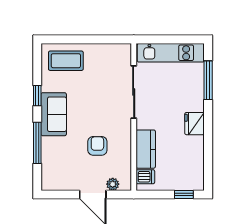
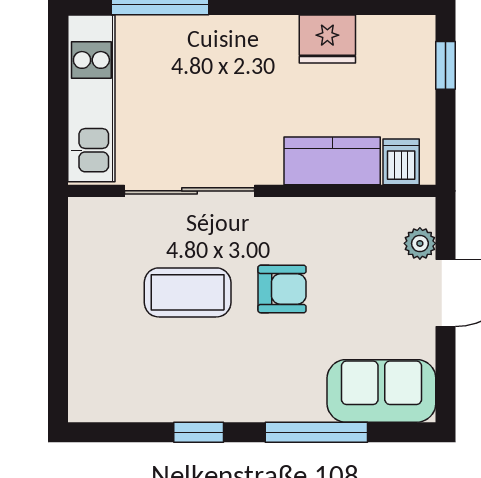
coffee table: (66, 61) -> (188, 292), moved, turned 90
sofa: (54, 114) -> (381, 391), moved
fridge: (194, 124) -> (327, 39), moved
armchair: (97, 146) -> (282, 289), moved, turned 180

